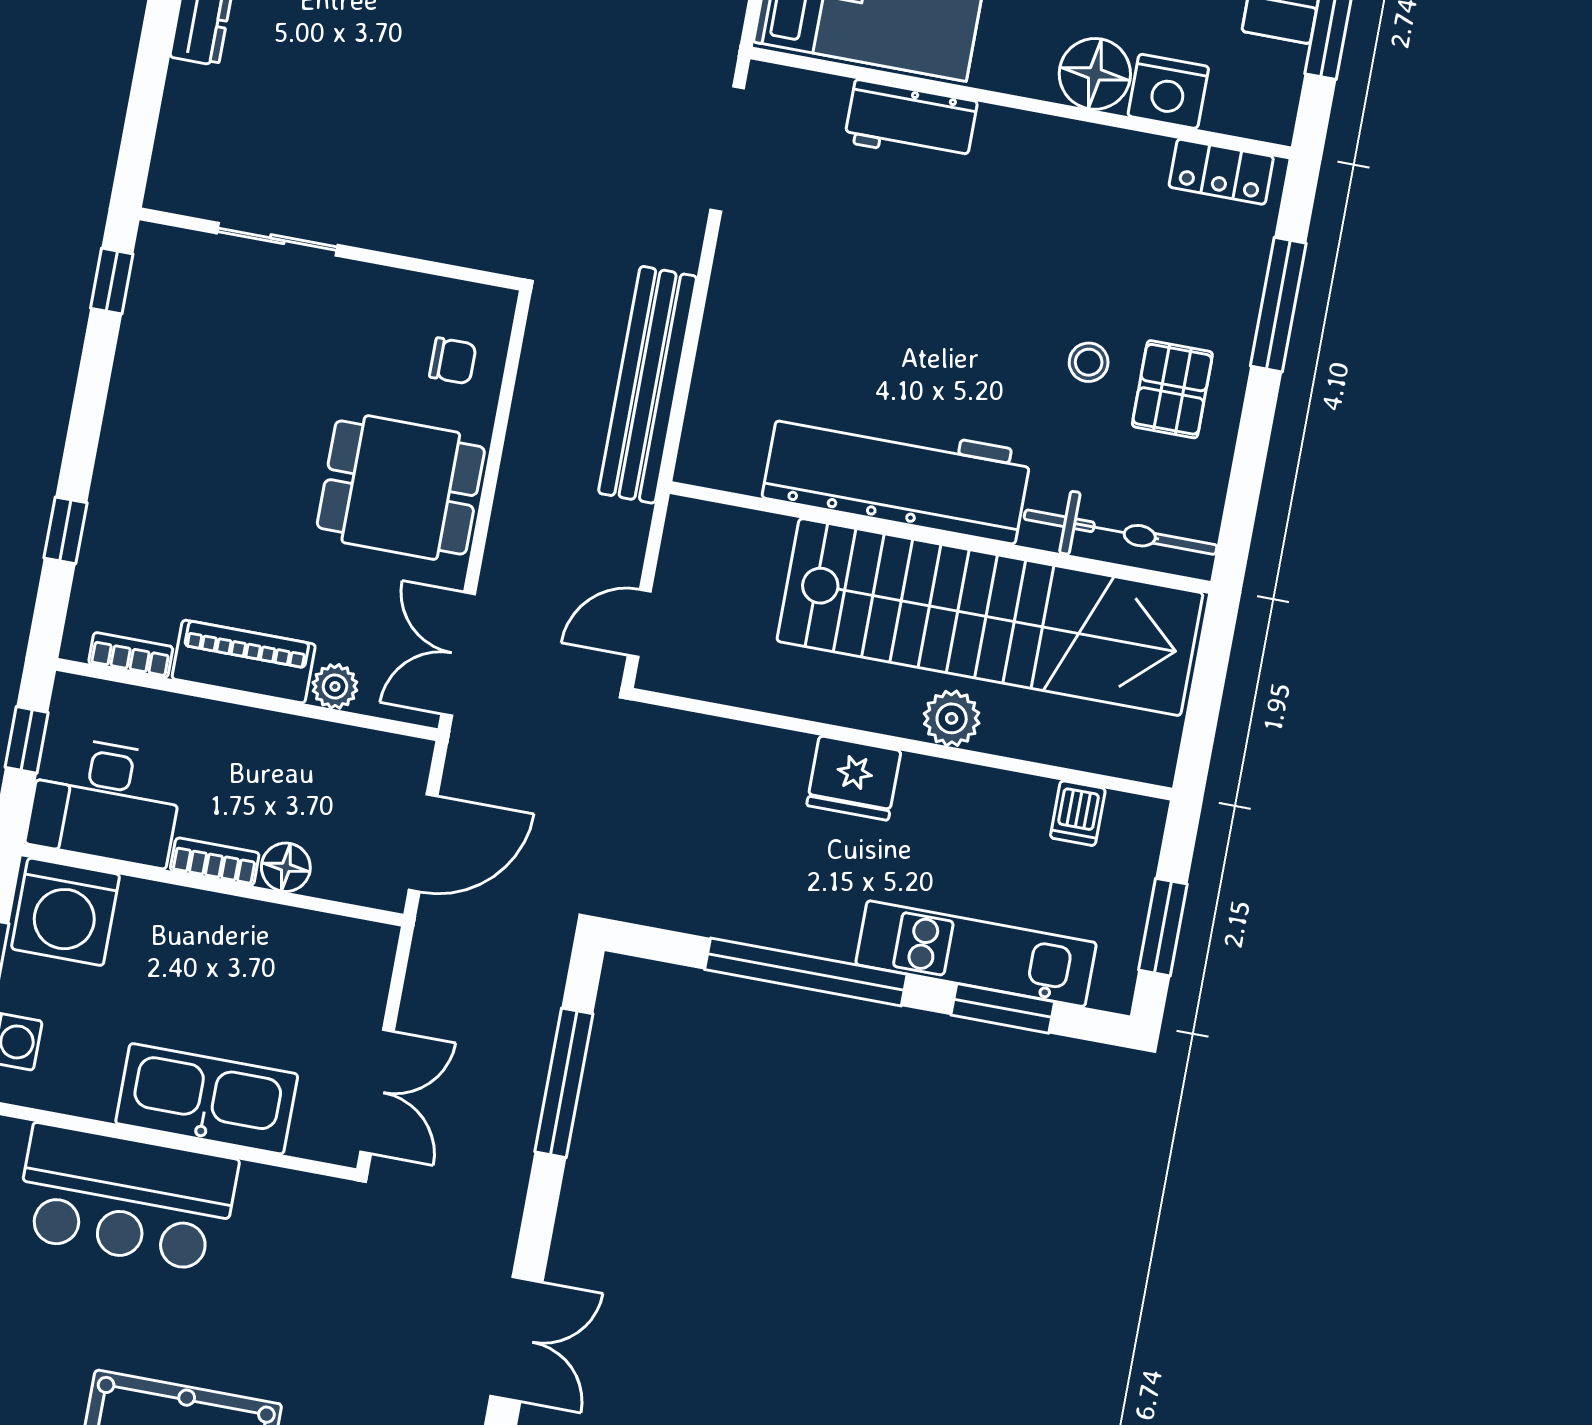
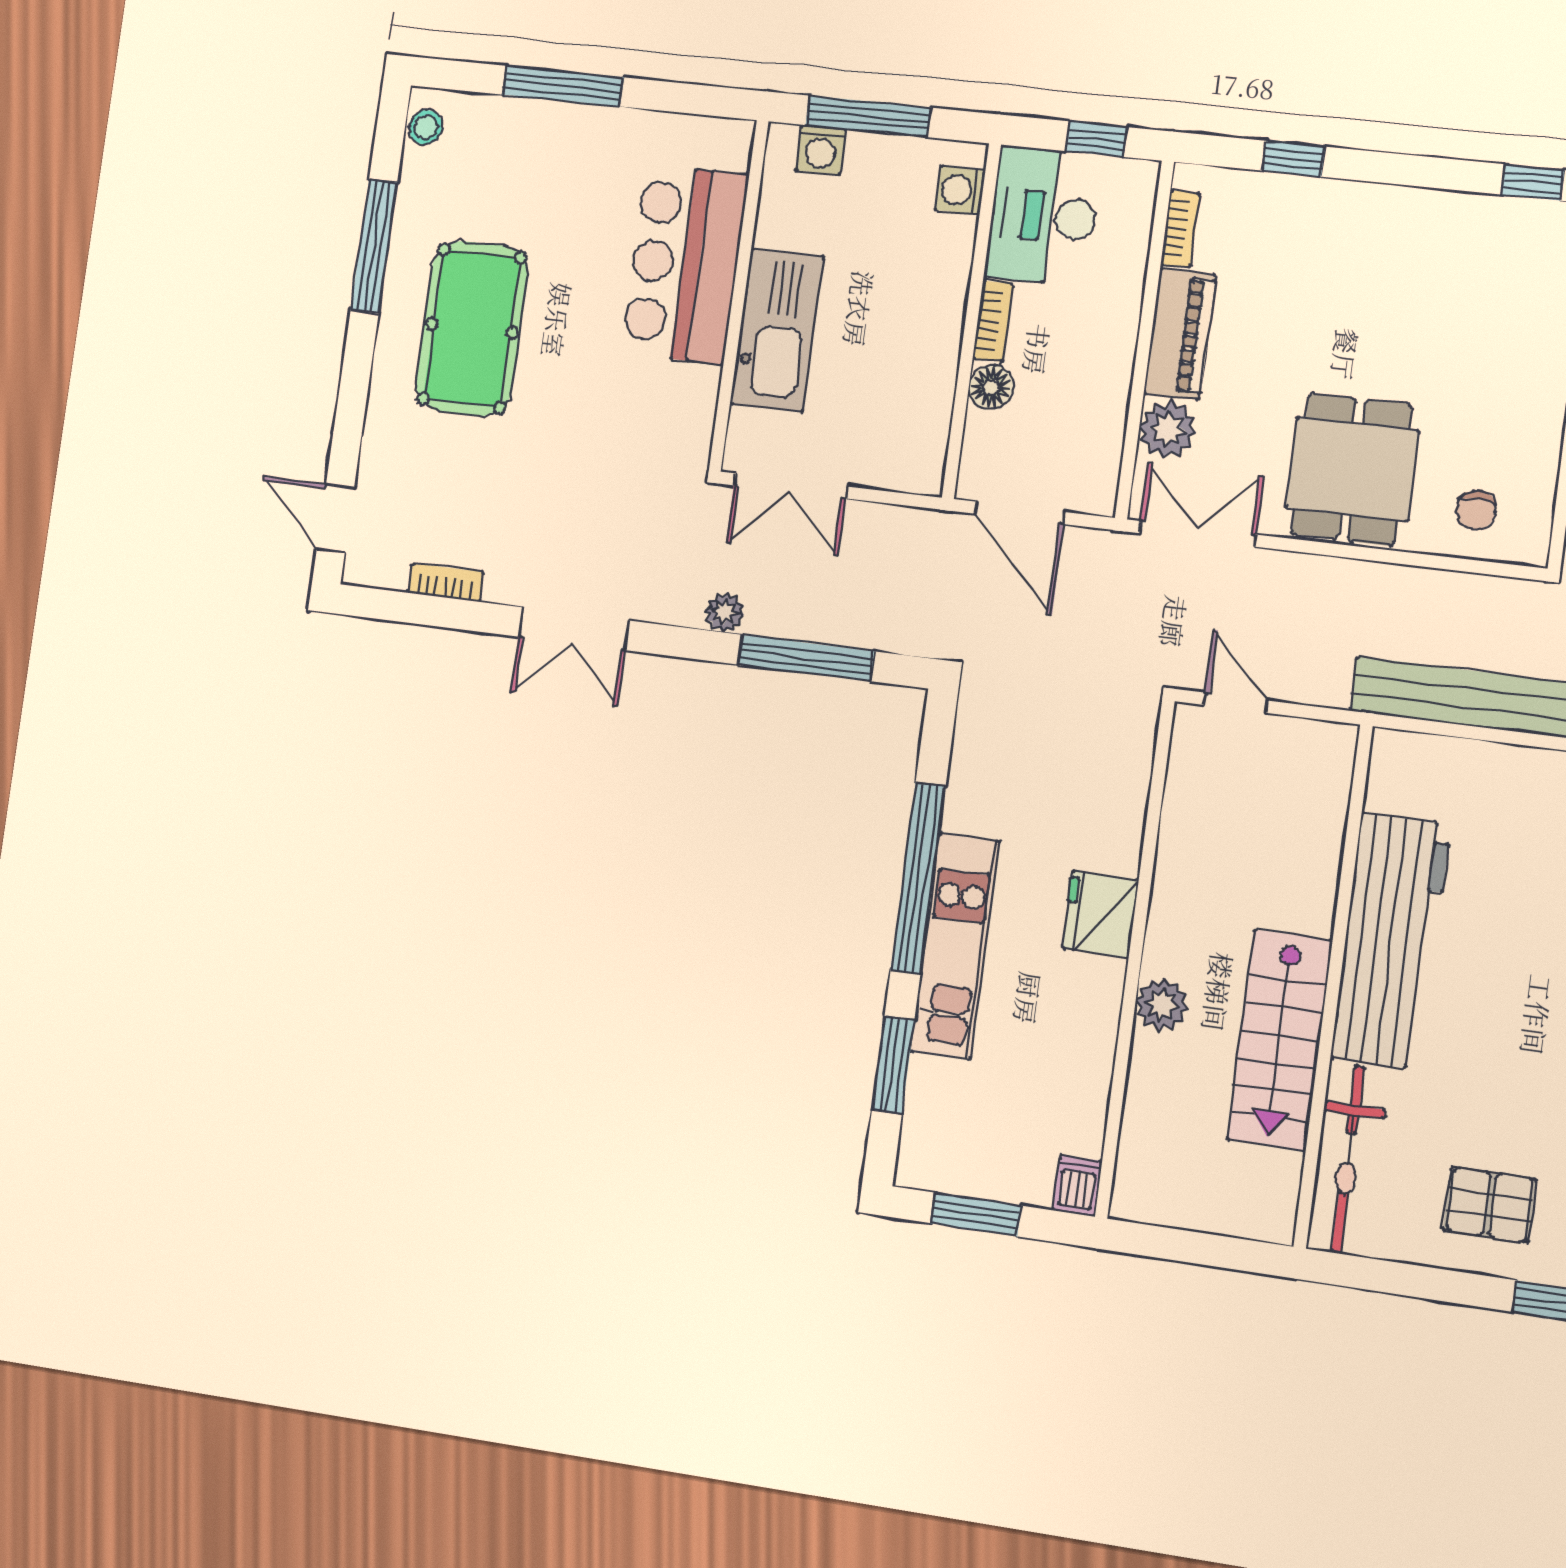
stool: (1089, 362) -> (1511, 1122), removed
stairs: (990, 617) -> (1280, 1040), width x0.54, depth x0.66
plant: (335, 686) -> (1168, 429), width x1.38, depth x1.38
dishwasher: (1078, 813) -> (1077, 1186), moved, turned 90
washing machine: (66, 912) -> (960, 190), width x0.53, depth x0.53
kitchen unit: (976, 954) -> (955, 946), moved
plant: (509, 1170) -> (725, 612), added

